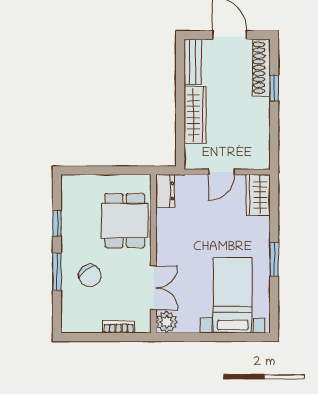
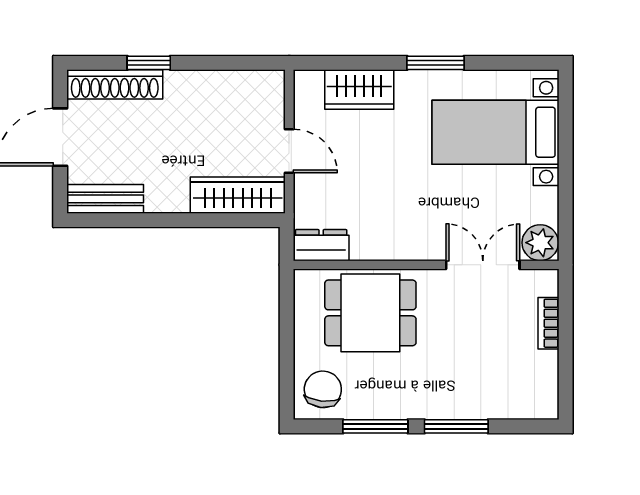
wardrobe: (195, 115) -> (238, 195), moved
wardrobe: (258, 195) -> (359, 90), moved
window: (57, 223) -> (375, 426), width x1.50
chair: (90, 276) -> (323, 389), moved, turned -46

